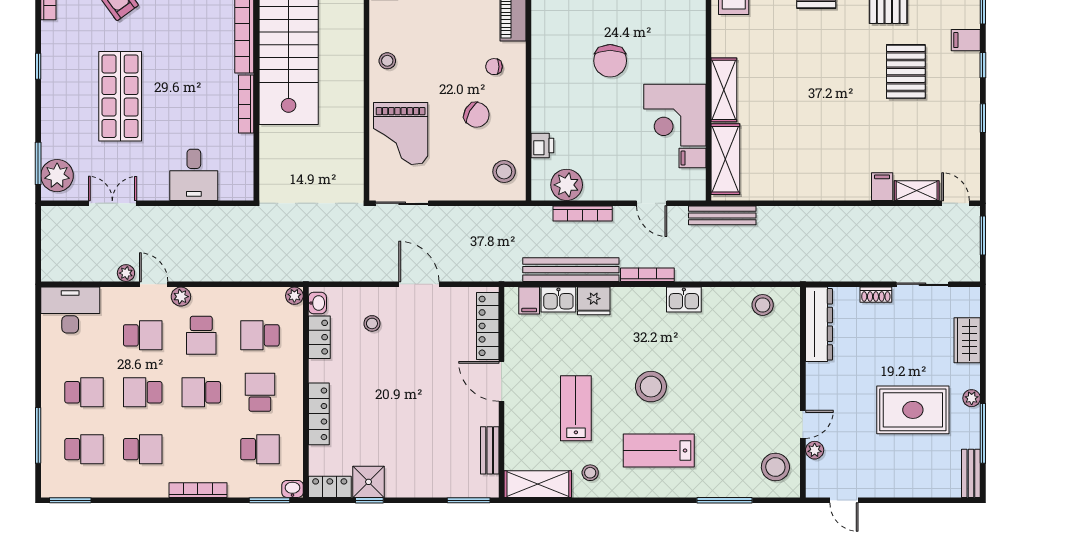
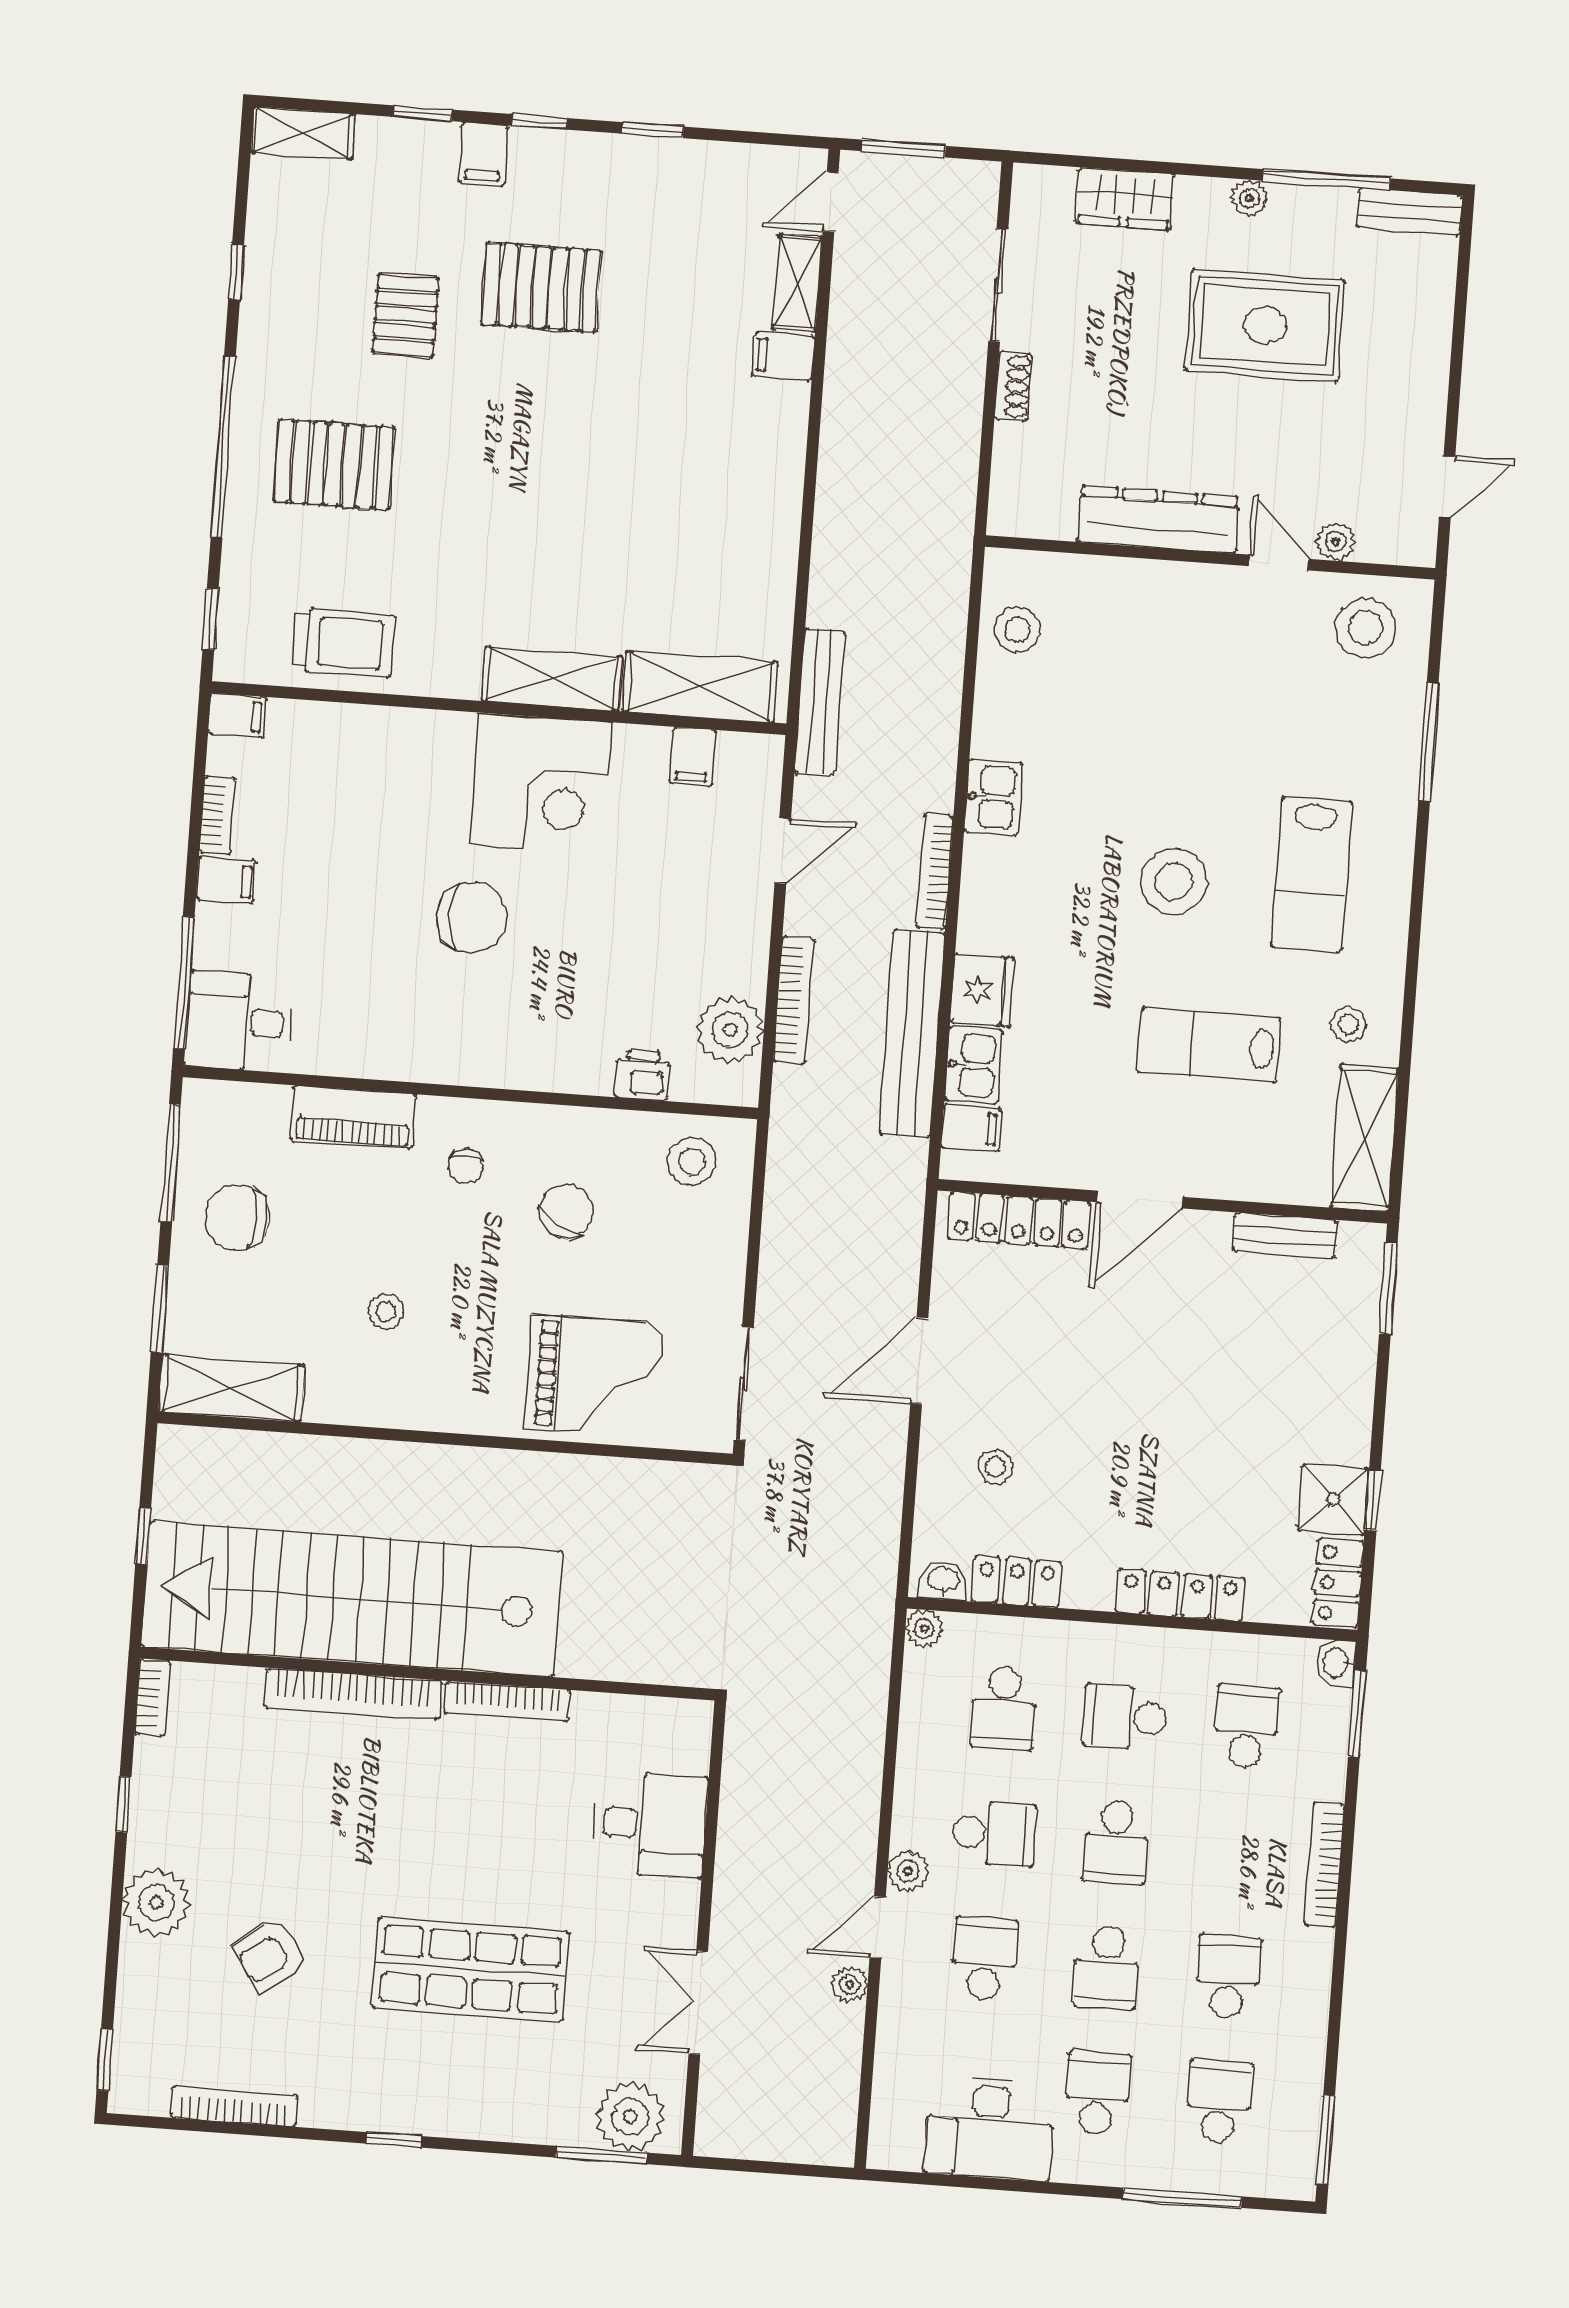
stool: (387, 61) -> (386, 1312), moved
corner desk: (675, 115) -> (541, 784), moved
desk: (70, 310) -> (990, 2128), moved, turned -90
dresser: (819, 324) -> (1158, 519), moved
rug: (913, 410) -> (1265, 325), turned 90

